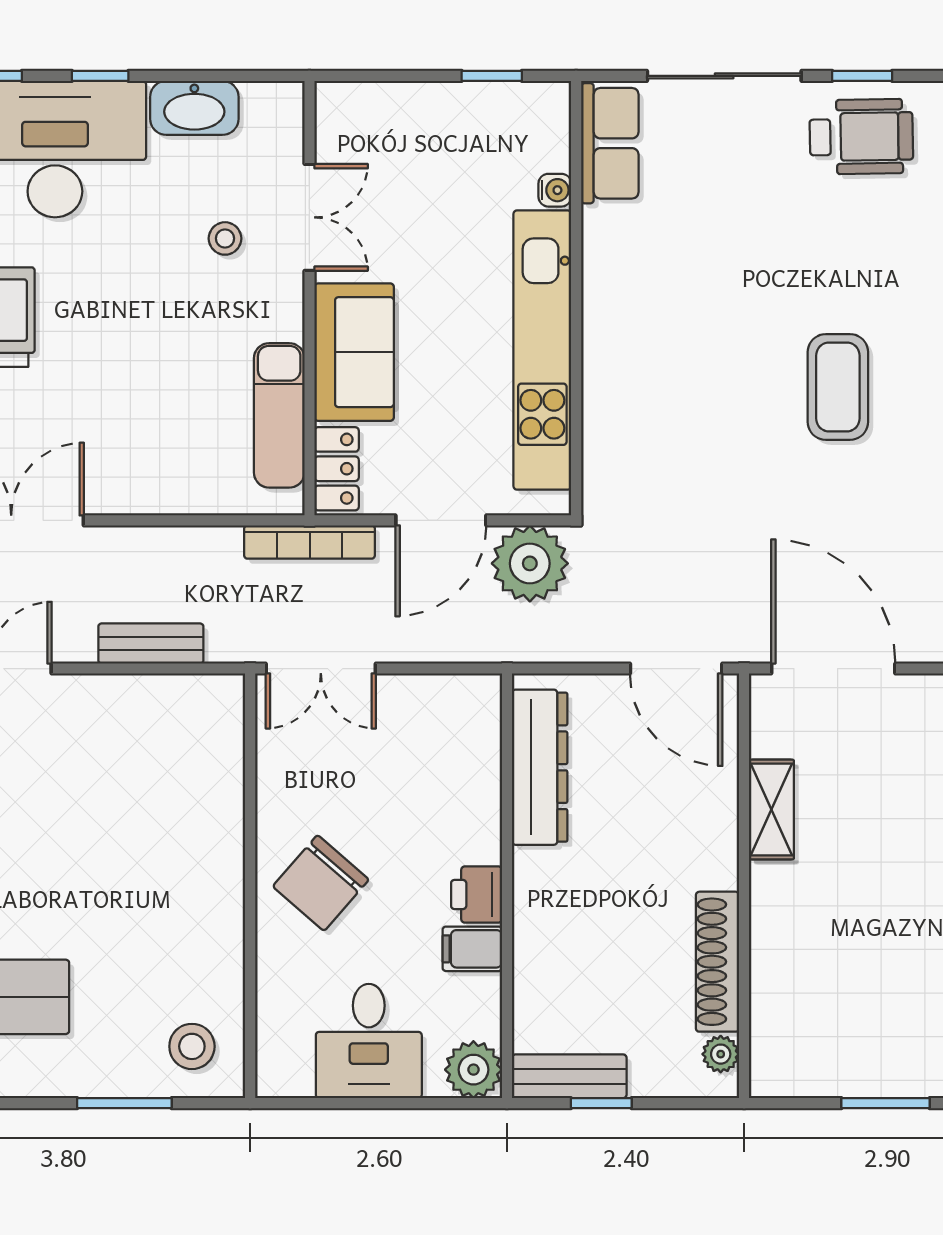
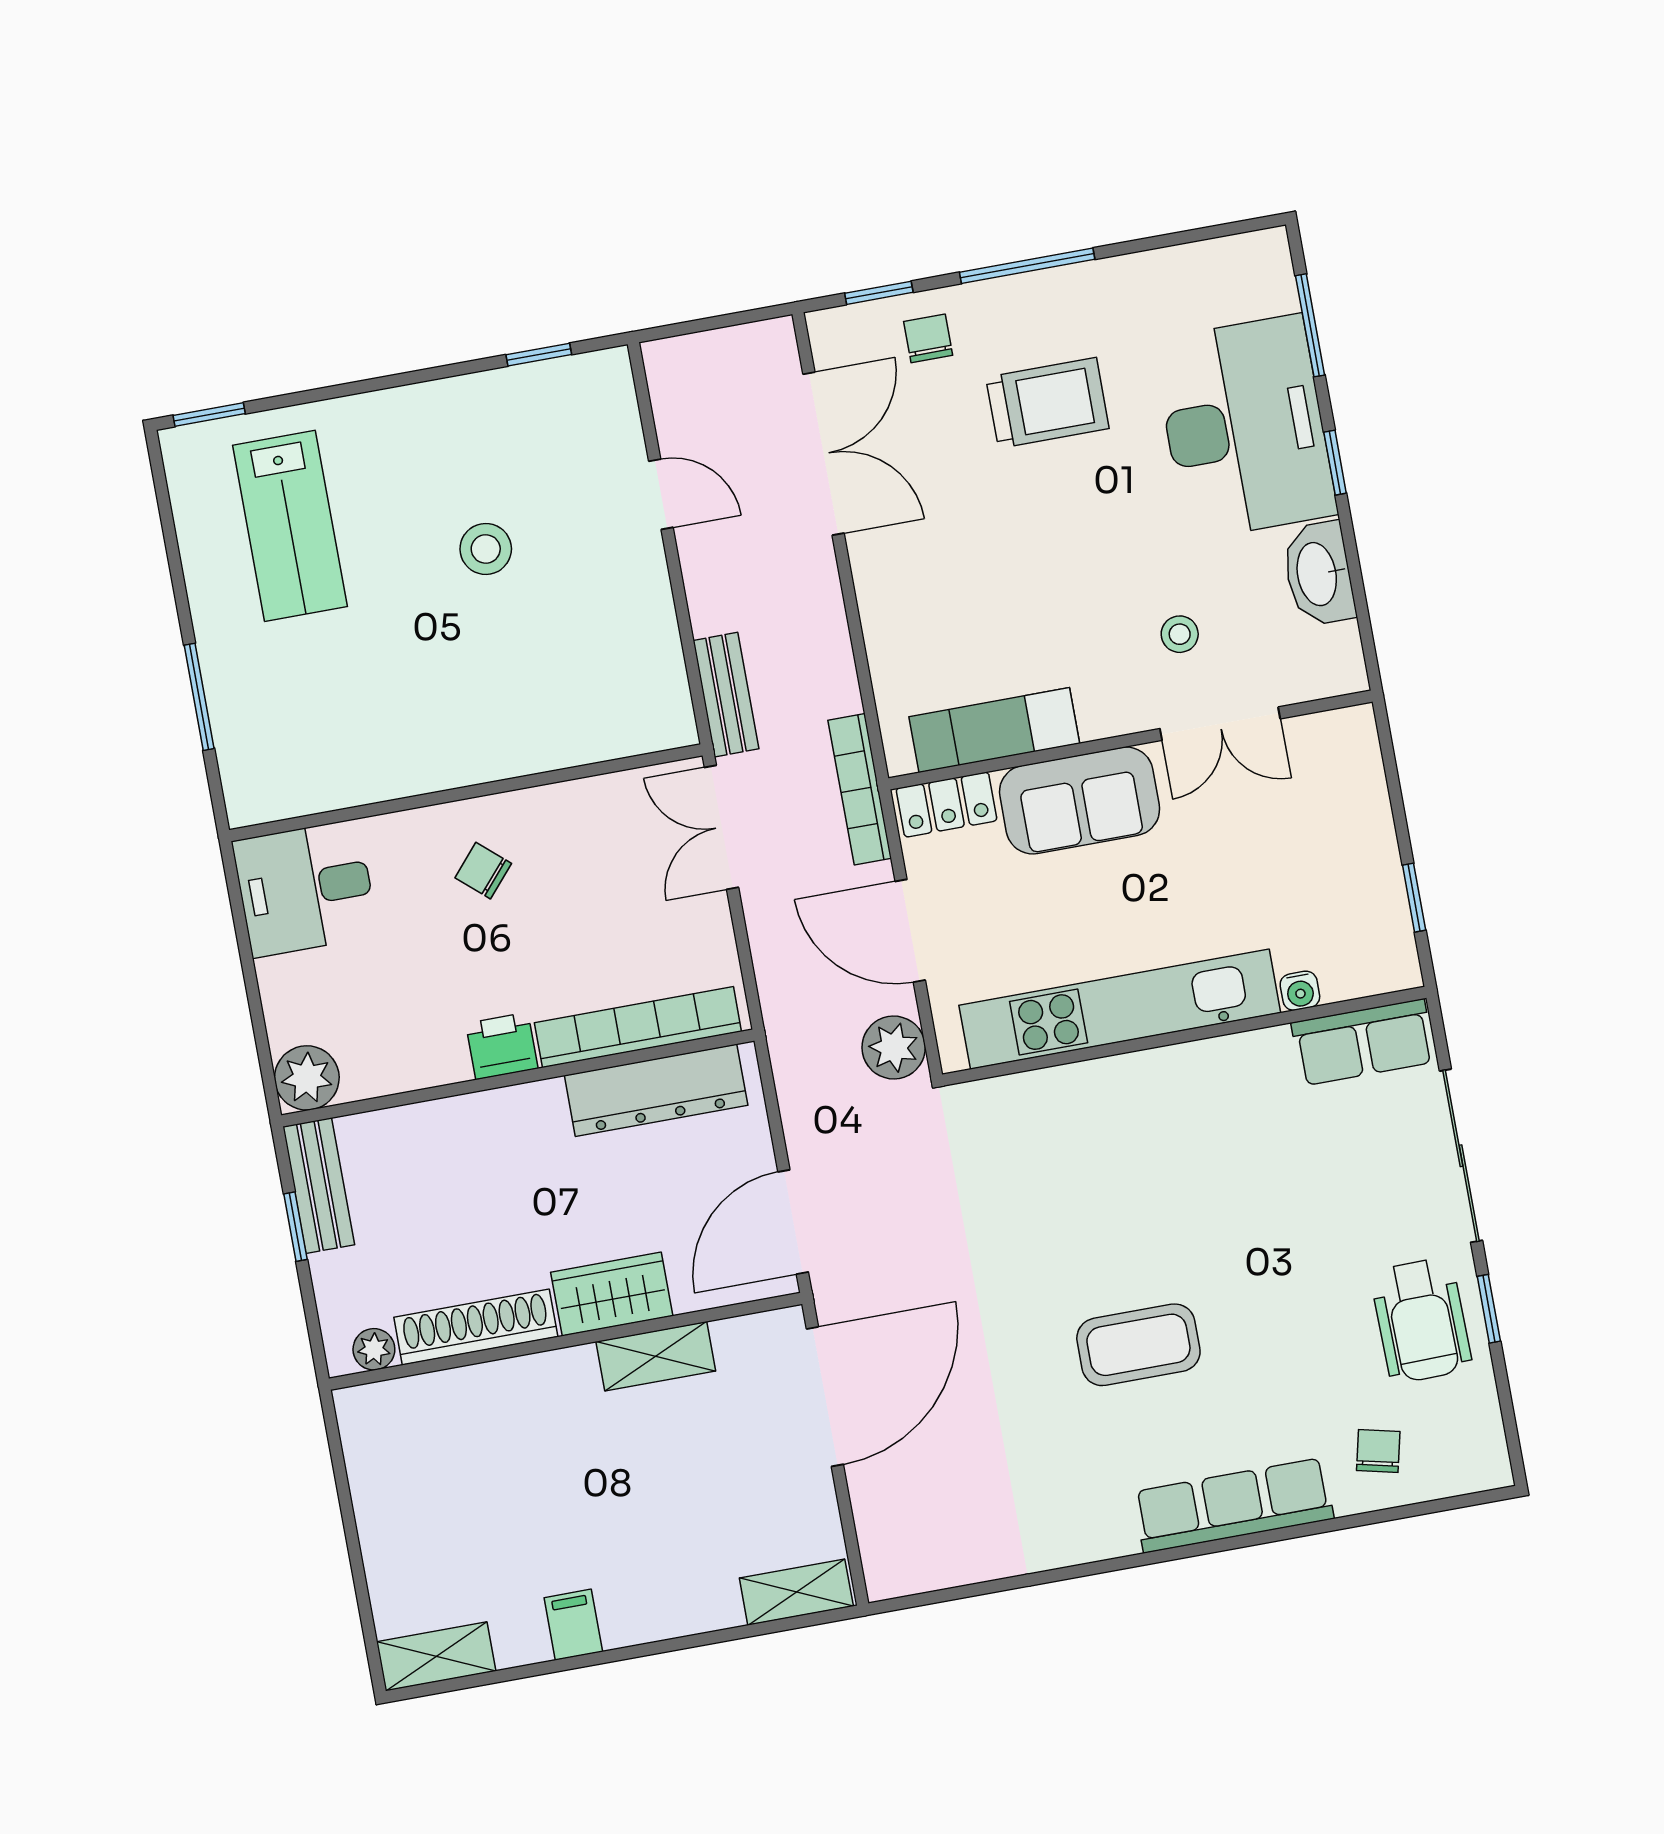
plant: (530, 563) -> (894, 1047), width x0.73, depth x0.73
bench: (151, 644) -> (726, 695), moved
bookcase: (482, 773) -> (638, 1027), added
wardrobe: (710, 838) -> (612, 1294), added
chair: (321, 883) -> (483, 871), width x0.54, depth x0.54
filing cabinet: (472, 949) -> (441, 1052), removed
desk: (369, 1041) -> (305, 888), moved
stool: (192, 1046) -> (486, 549), moved
window: (886, 1103) -> (353, 1542), removed

